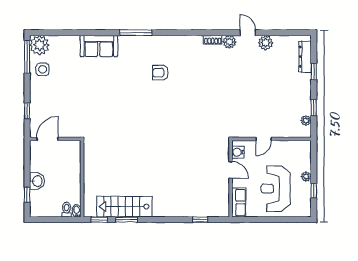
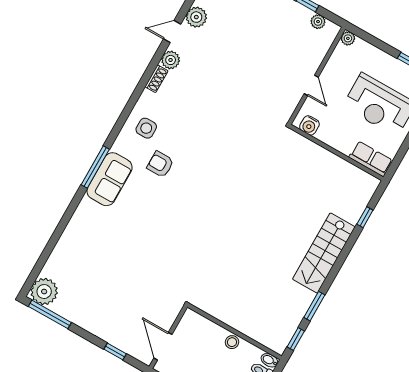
sofa: (99, 46) -> (109, 179), moved
side table: (42, 69) -> (146, 128), moved
armchair: (160, 73) -> (160, 164), turned 90
door: (231, 170) -> (326, 146), removed
plant: (306, 176) -> (348, 38), moved
stool: (75, 181) -> (232, 342), added
stairs: (124, 207) -> (324, 253), moved

